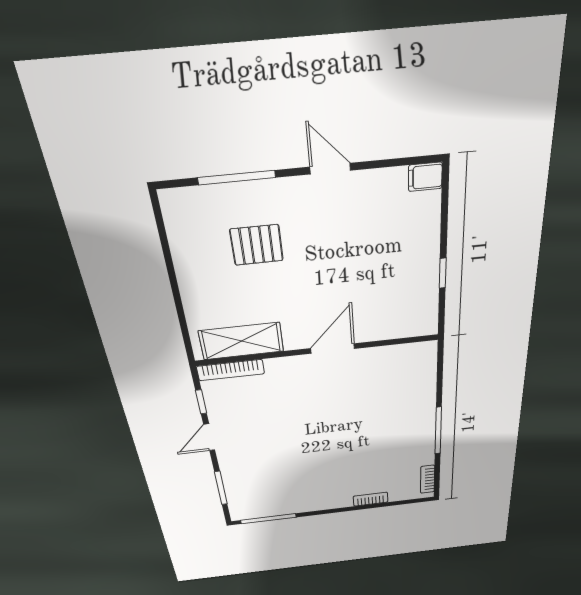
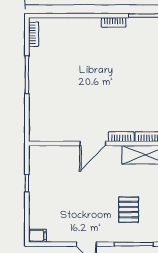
pallet: (257, 245) -> (129, 210), turned 90
bookcase: (286, 364) -> (121, 137), added
bookcase: (371, 499) -> (114, 22), moved

